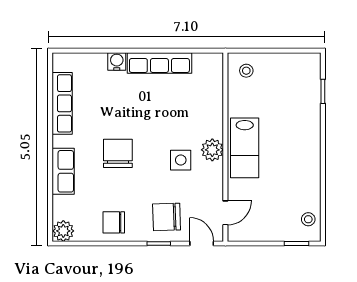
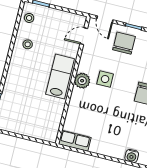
row of seats: (159, 63) -> (75, 141), moved, width x0.68
stool: (246, 71) -> (28, 44), moved
chair: (167, 217) -> (124, 43), turned -88

